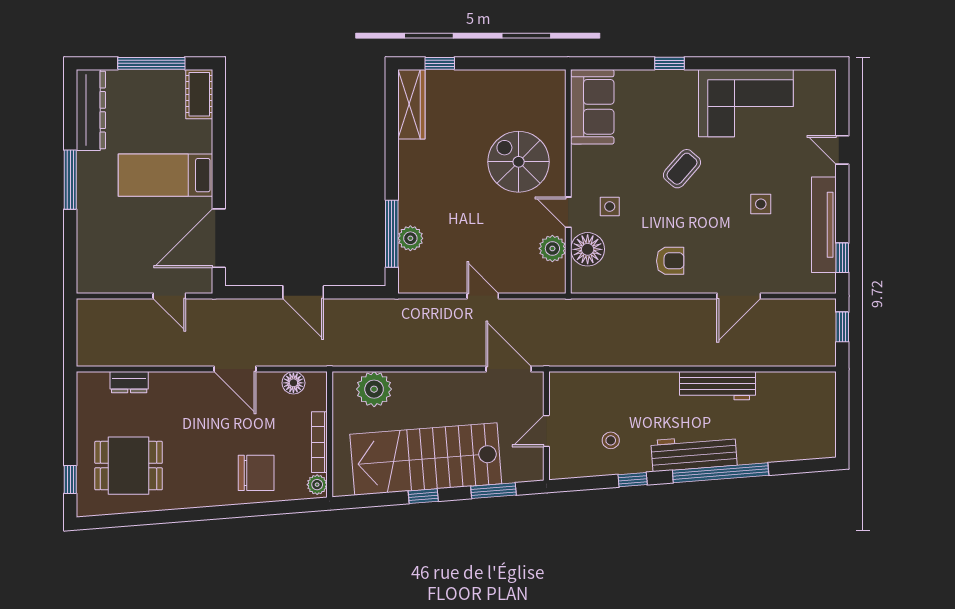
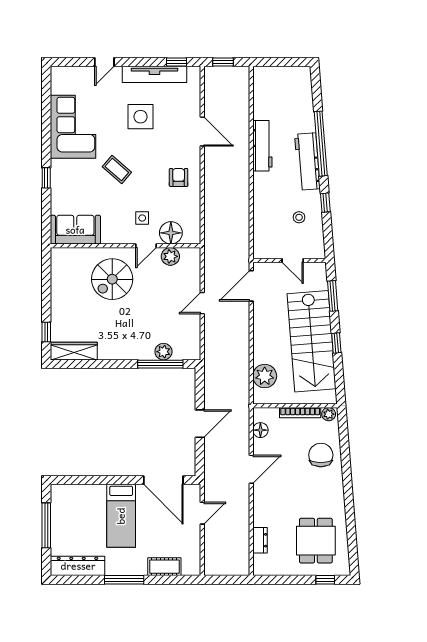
cot: (199, 94) -> (164, 567), moved
side table: (761, 204) -> (141, 117), width x1.87, depth x1.87

